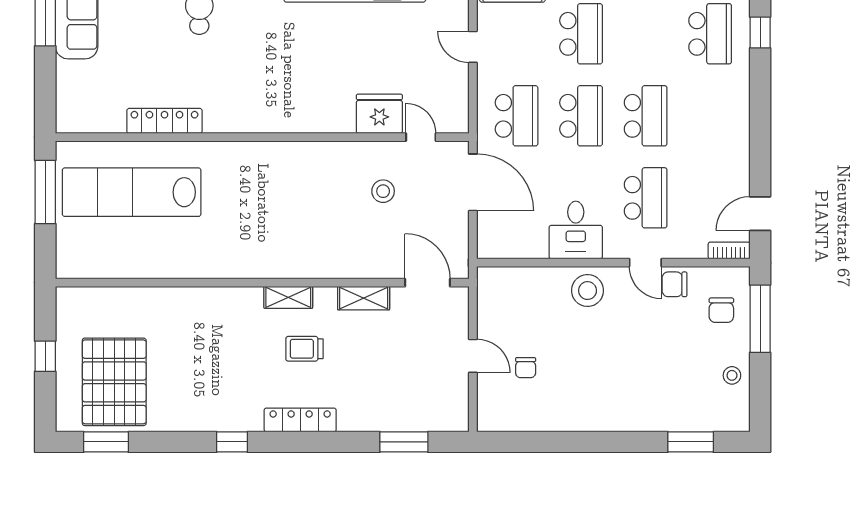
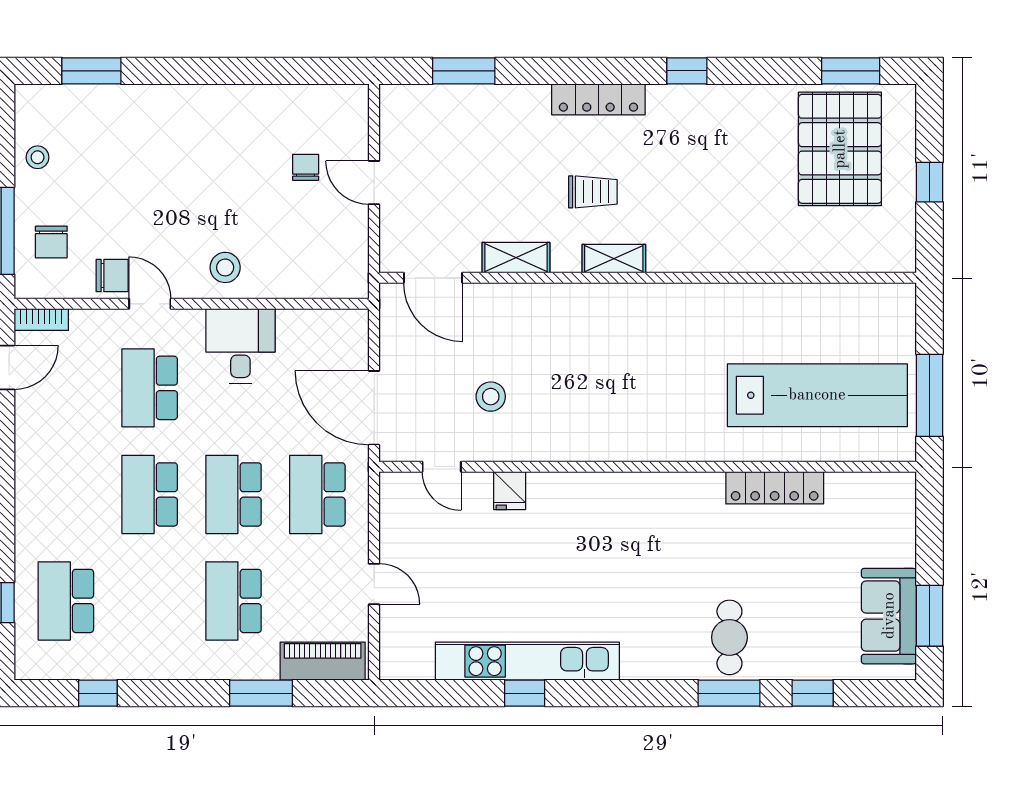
fridge: (379, 114) -> (510, 491), width x0.53, depth x0.75
stool: (588, 291) -> (225, 267), width x0.73, depth x0.73
chair: (721, 310) -> (51, 242), turned 180

